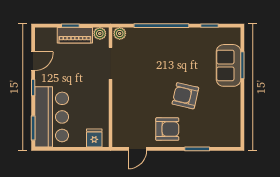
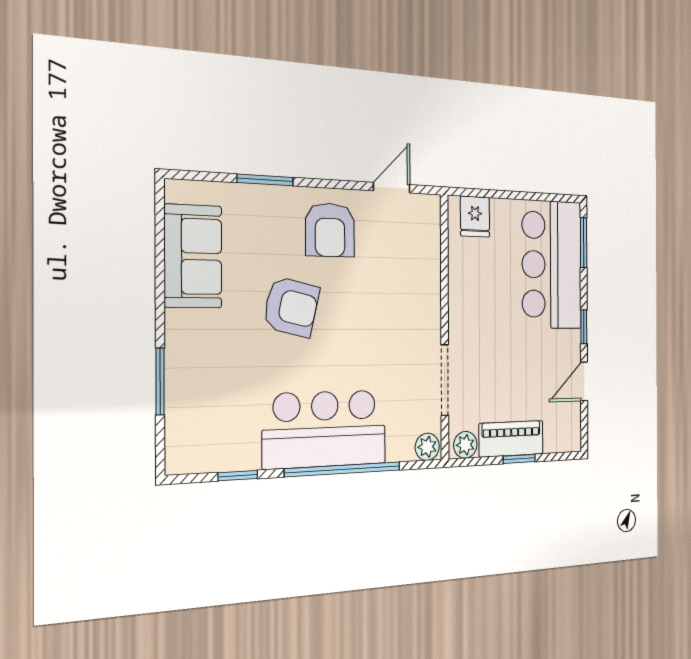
bar counter: (170, 43) -> (325, 429), added
sofa: (229, 65) -> (193, 256), moved
armchair: (167, 129) -> (330, 230), turned -90

